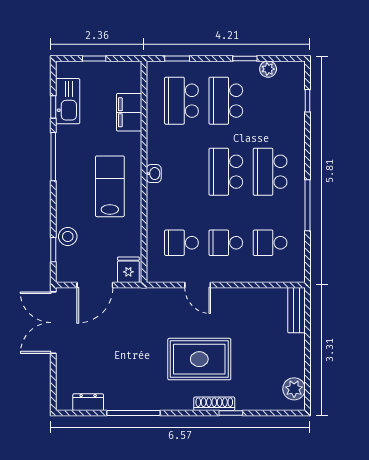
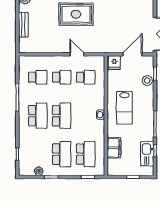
bench: (296, 310) -> (23, 25), moved

